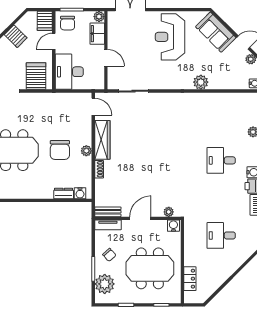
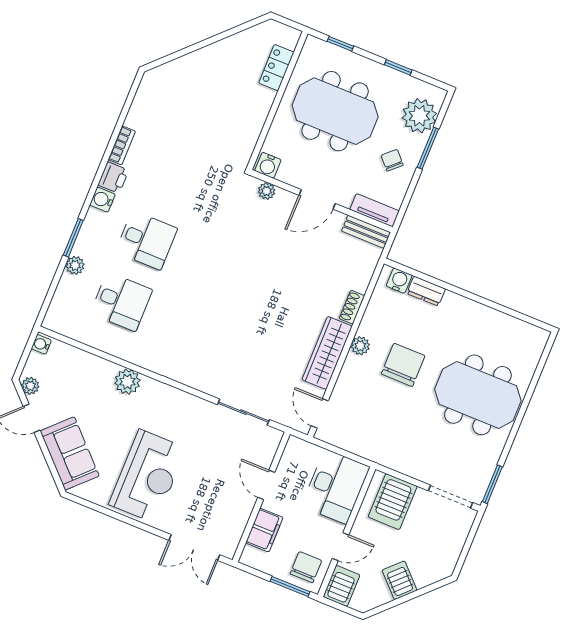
plant: (99, 17) -> (250, 557), removed
desk: (221, 235) -> (121, 302), moved

